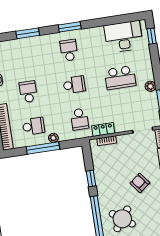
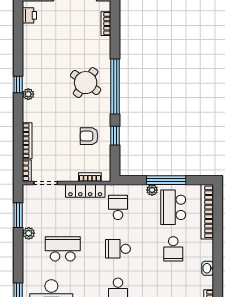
school desk: (34, 126) -> (173, 207), width x1.85
locker: (103, 130) -> (85, 191), width x1.53
armchair: (140, 183) -> (89, 136), moved, turned 128

